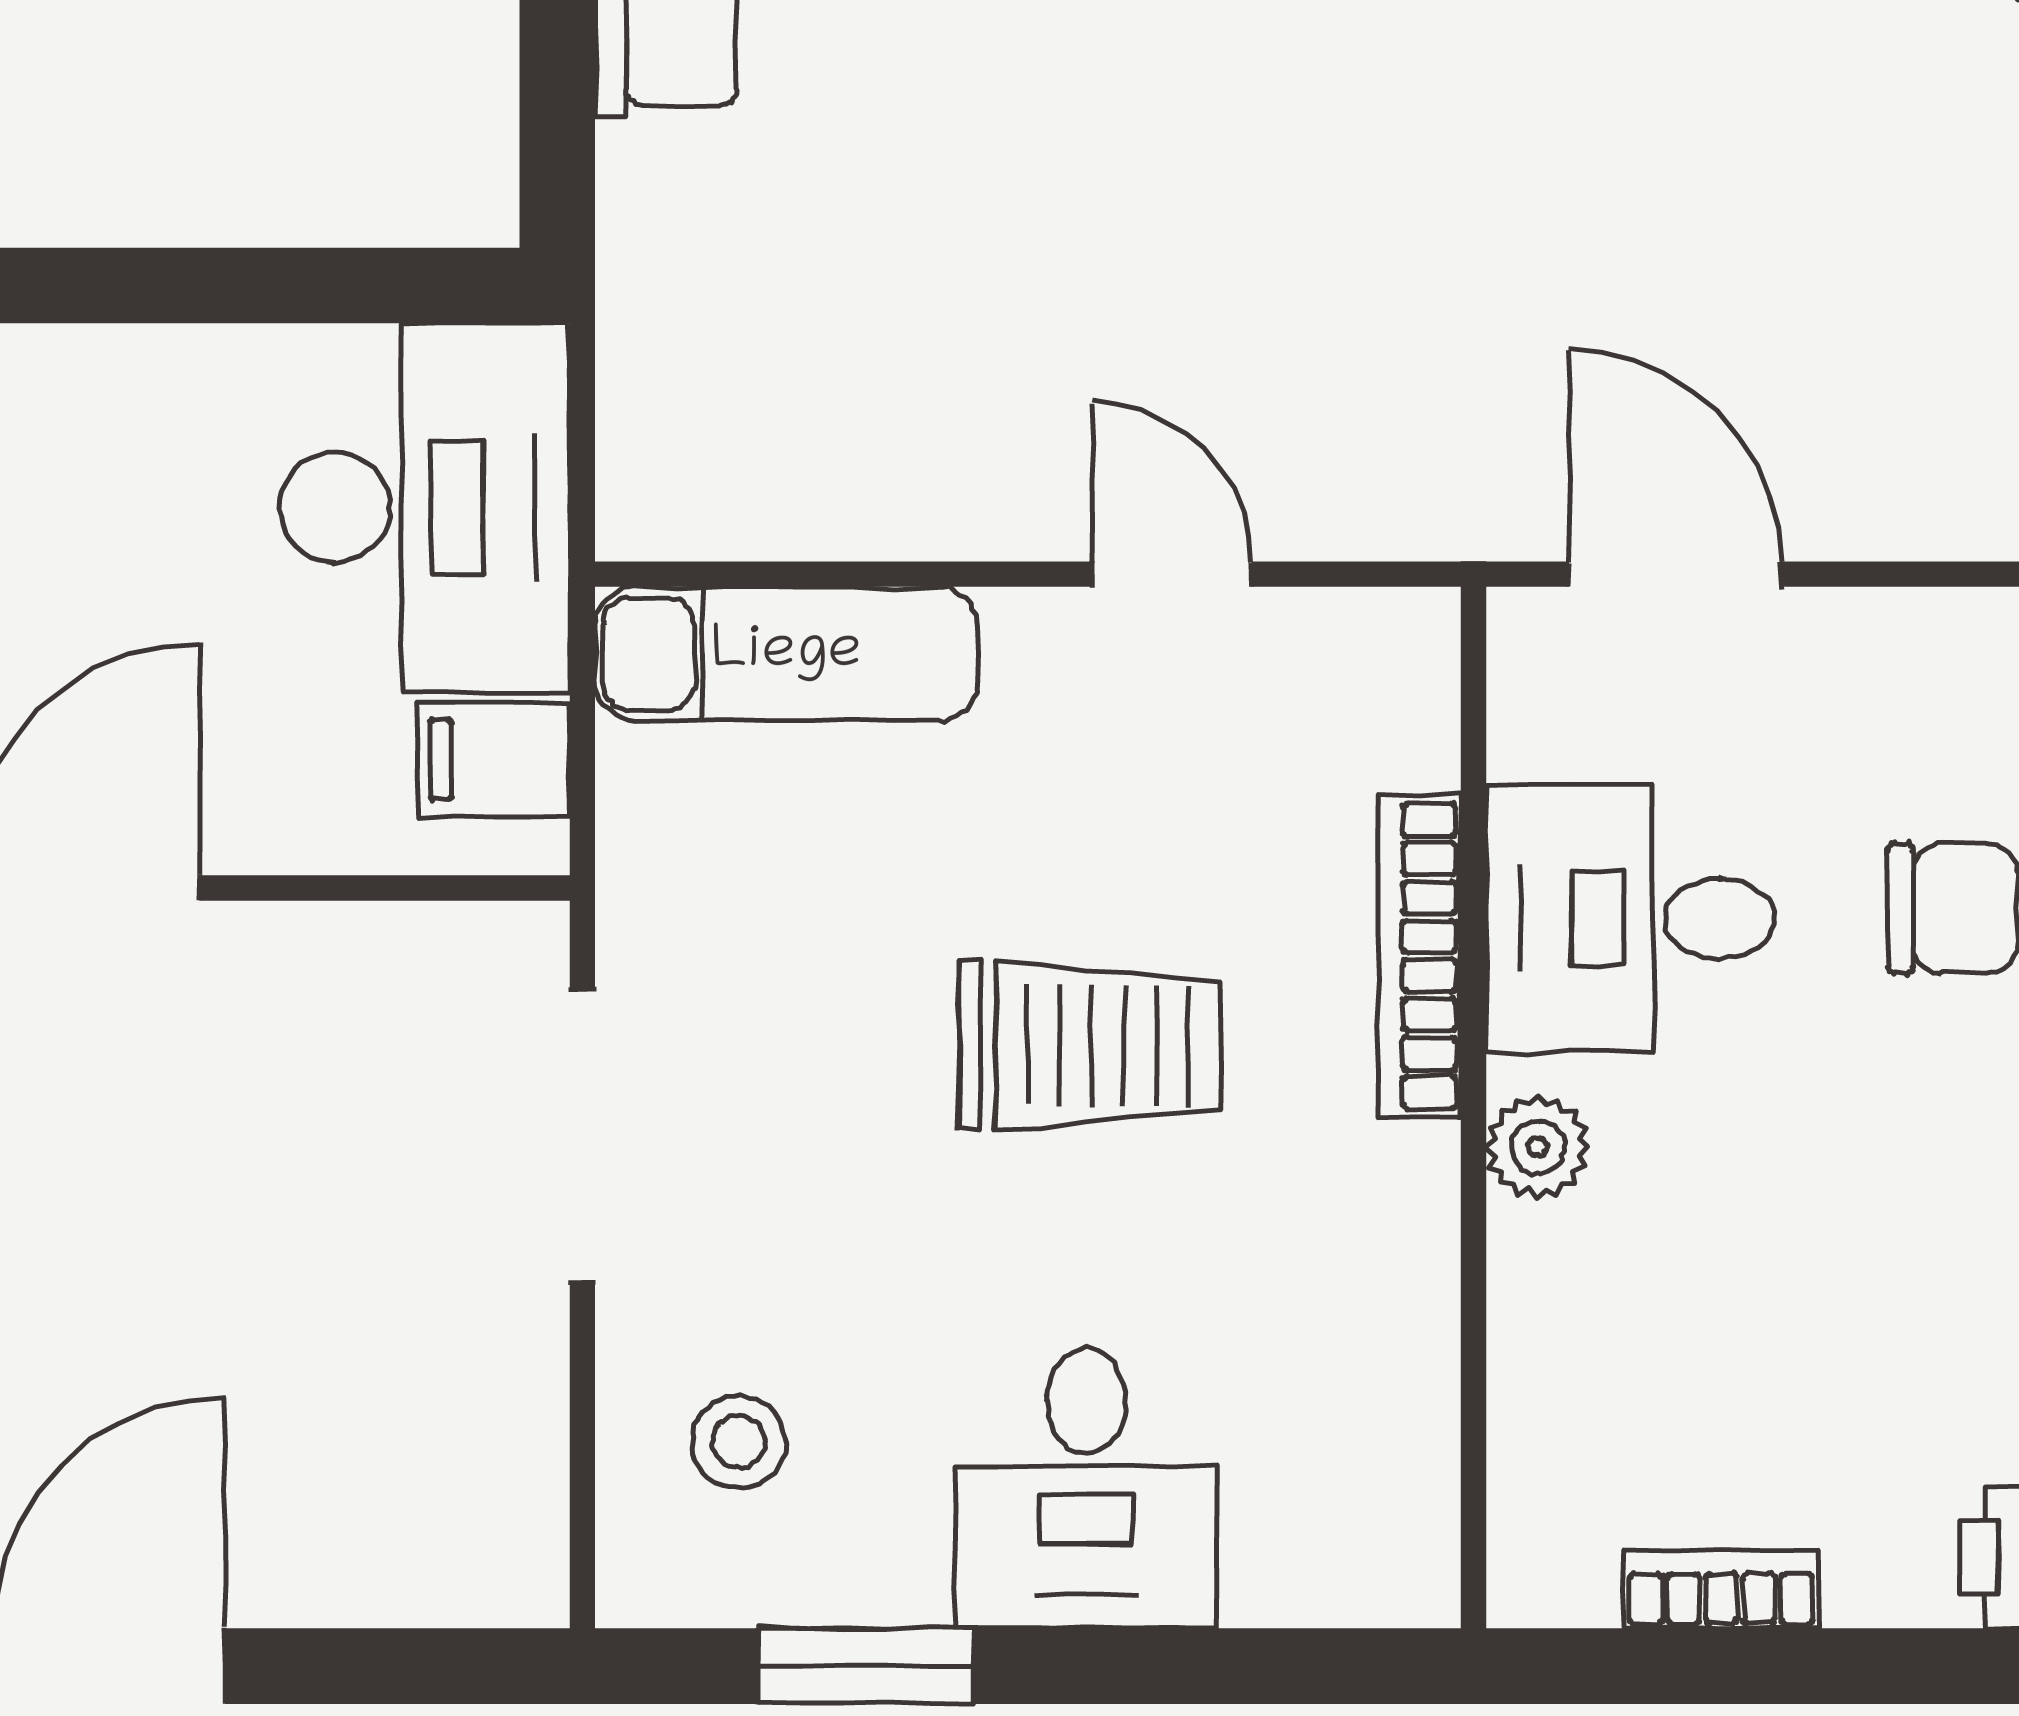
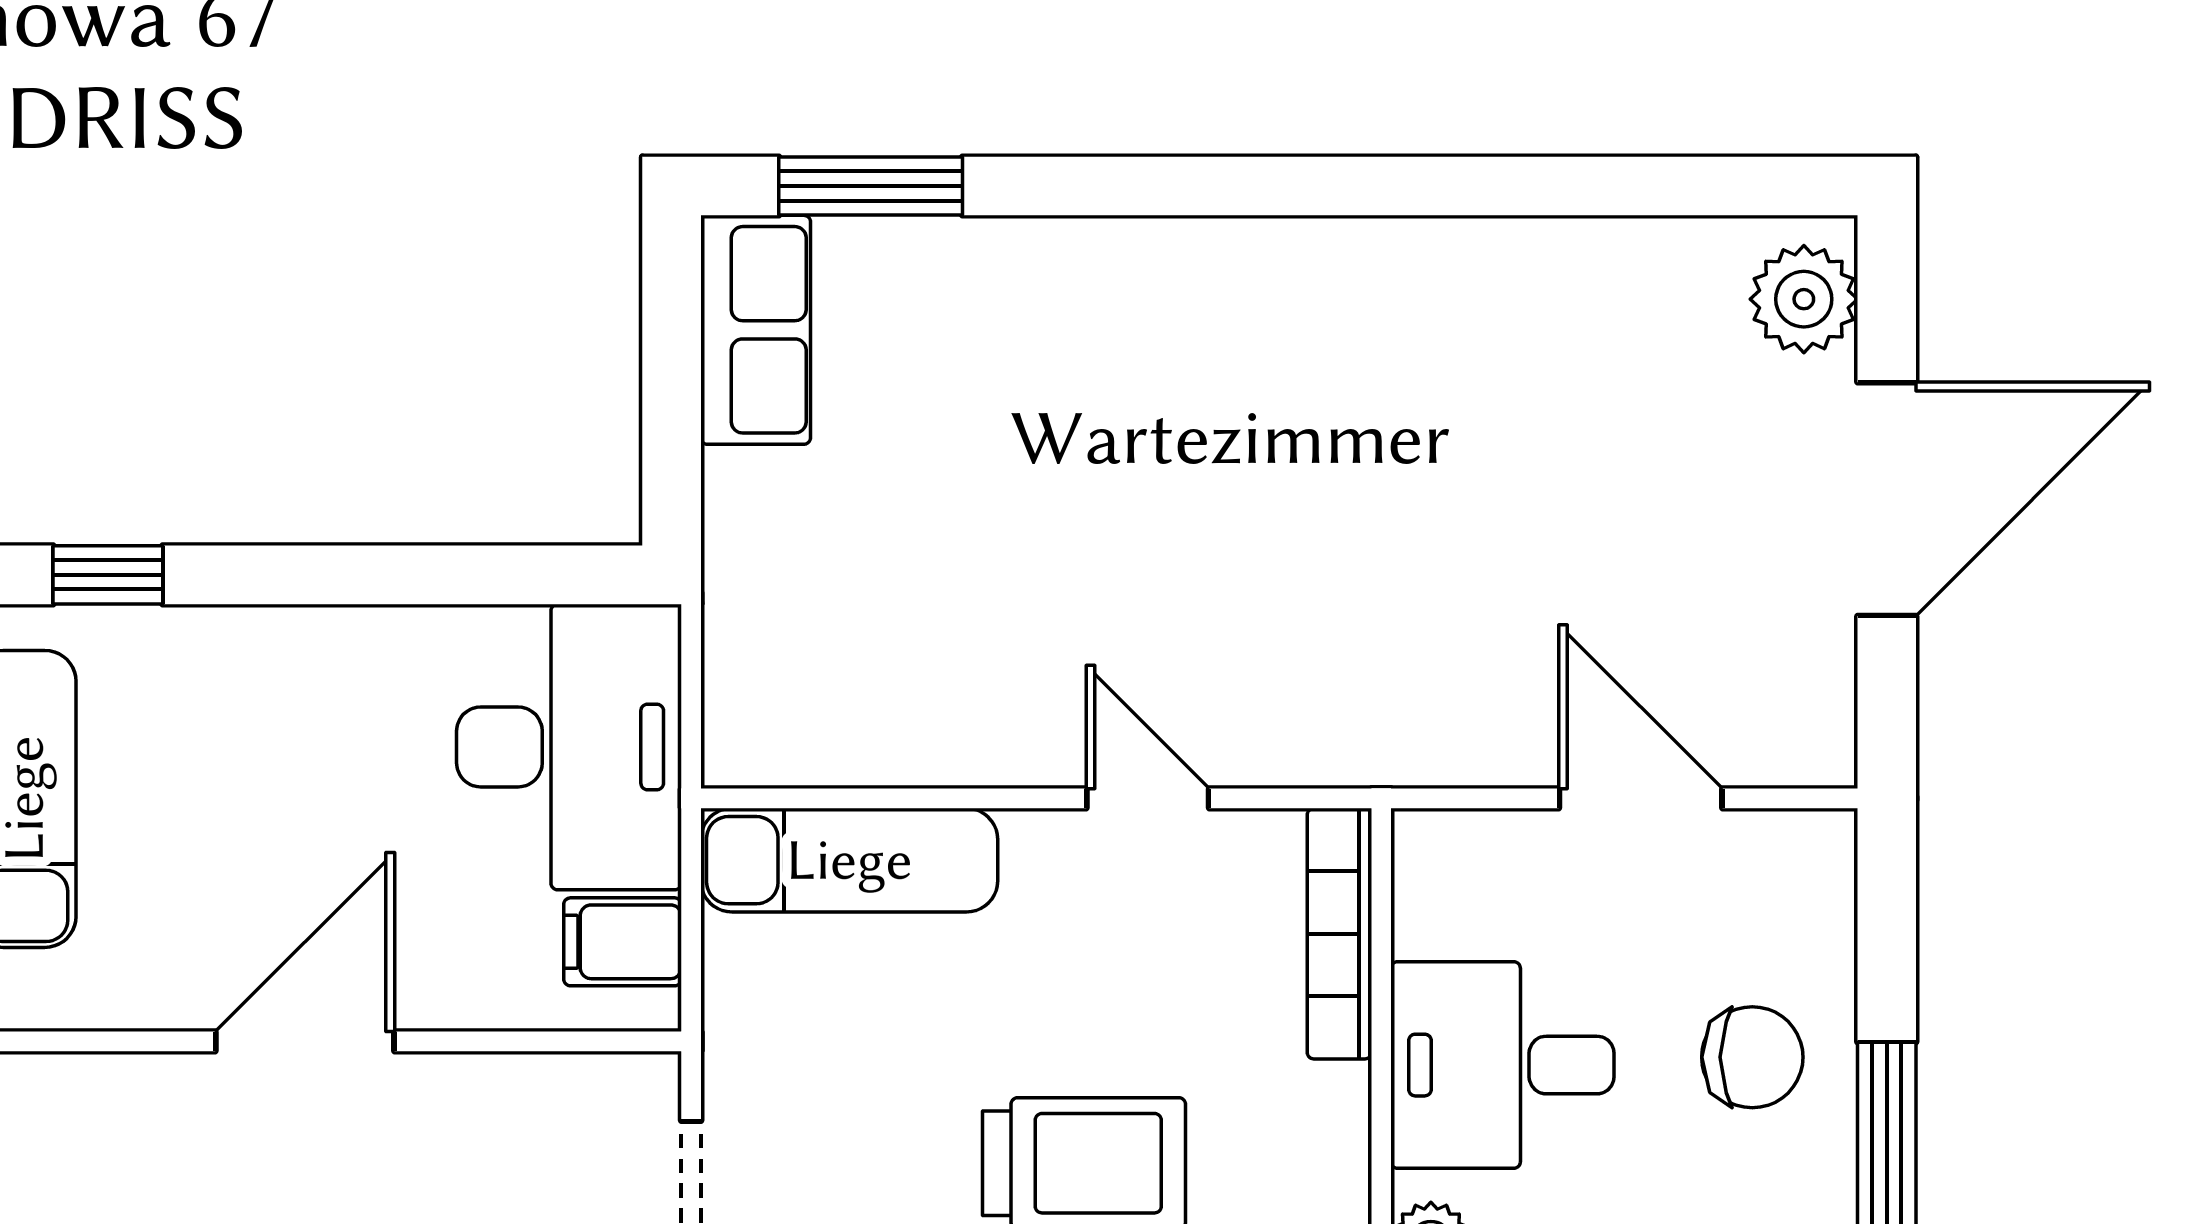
door: (1675, 574) -> (1641, 798), moved
bookcase: (1419, 956) -> (1339, 934), moved

